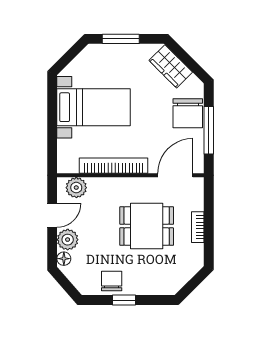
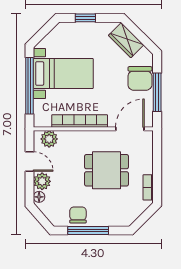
window: (121, 39) -> (85, 18), width x0.67
window: (52, 122) -> (29, 86), added
door: (52, 215) -> (29, 161), hinge flipped
bookcase: (198, 227) -> (148, 187), moved
window: (124, 300) -> (88, 231), width x2.17

